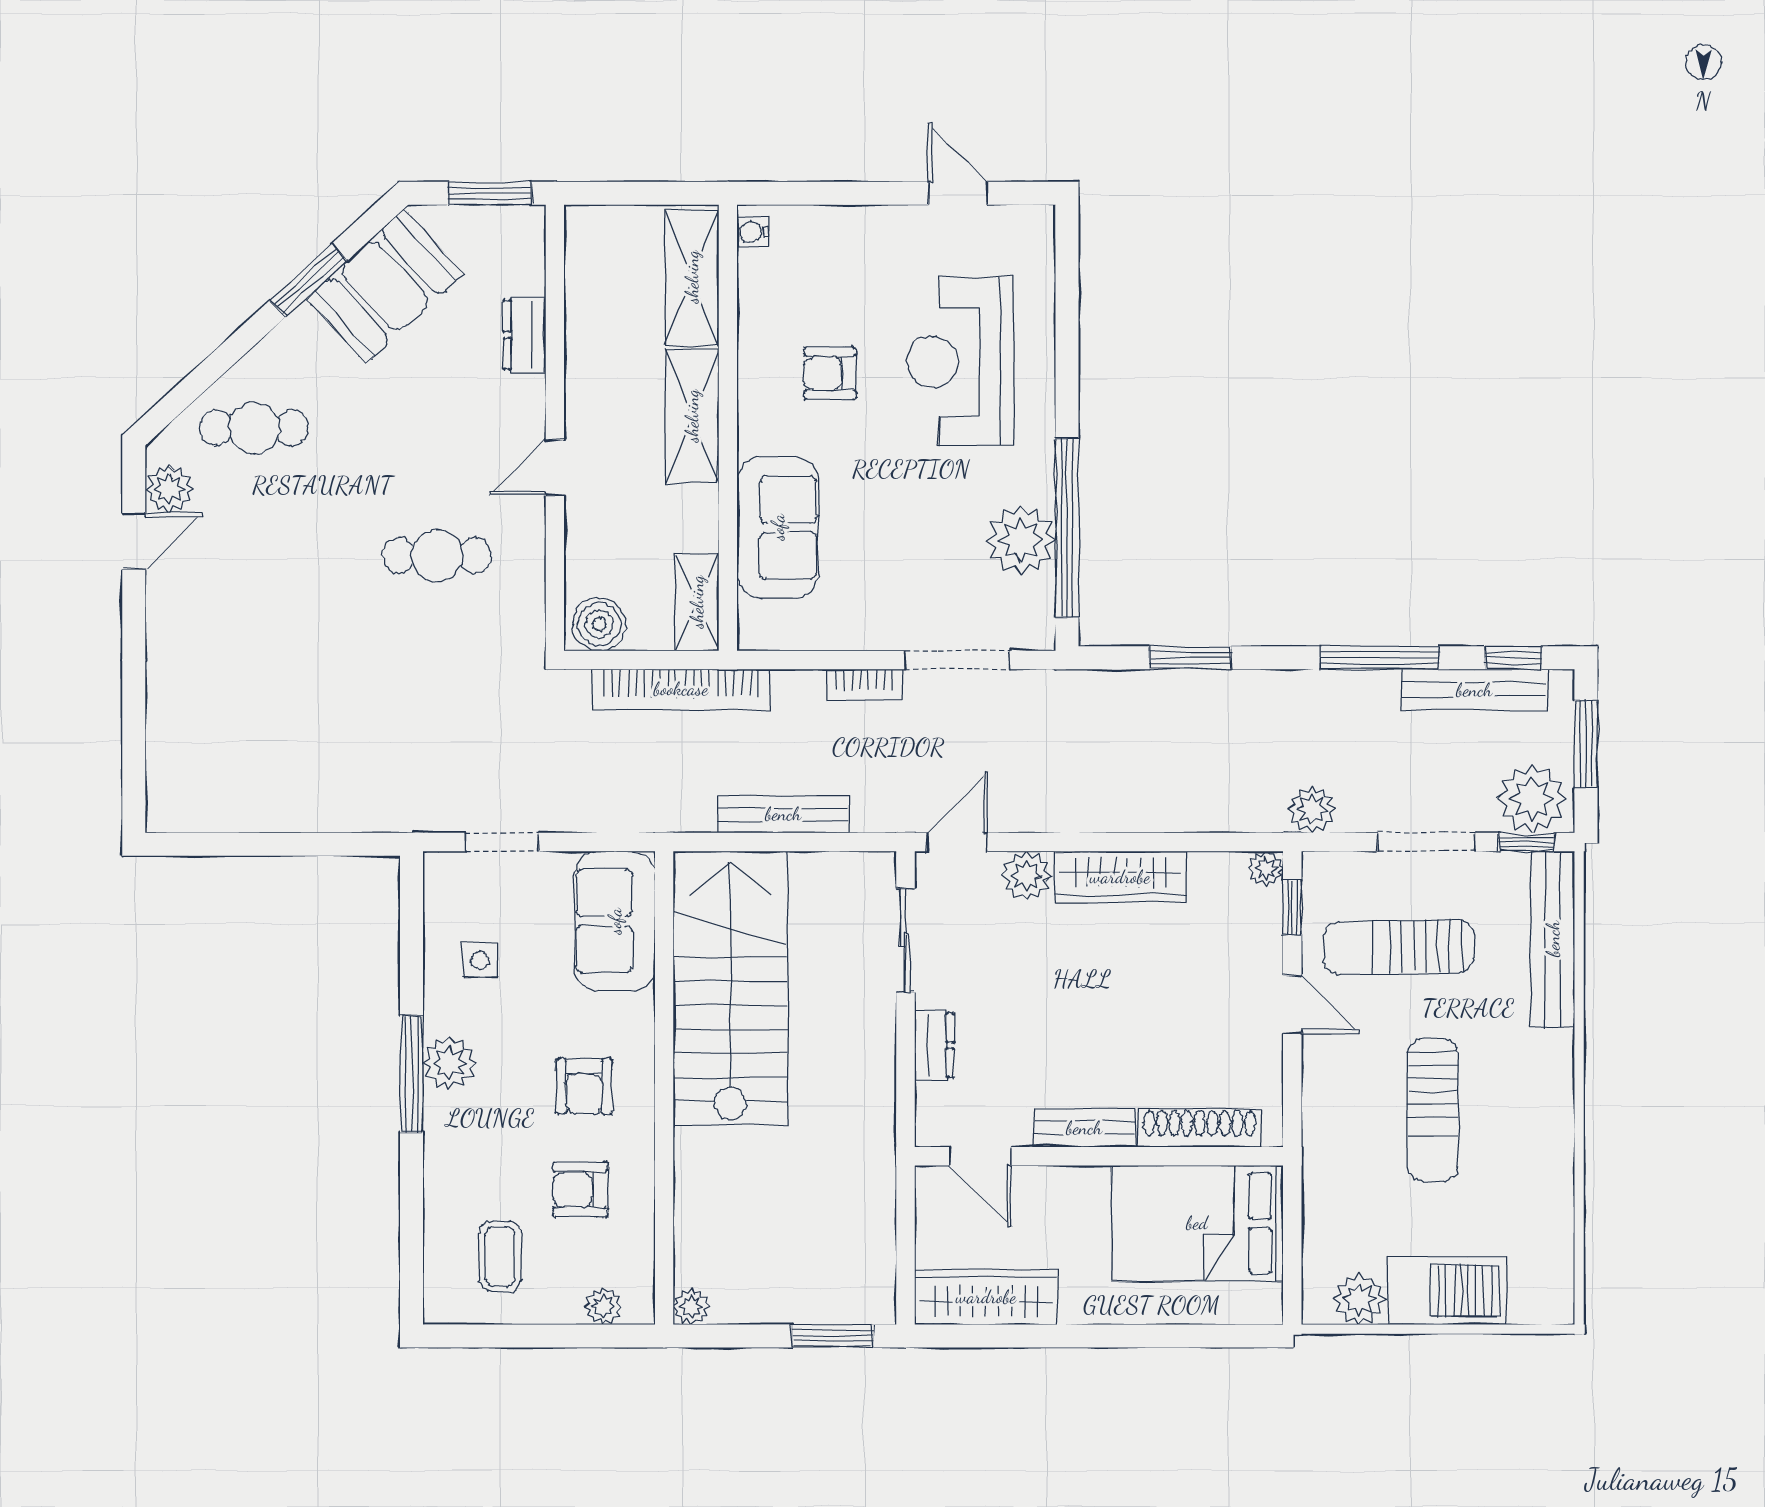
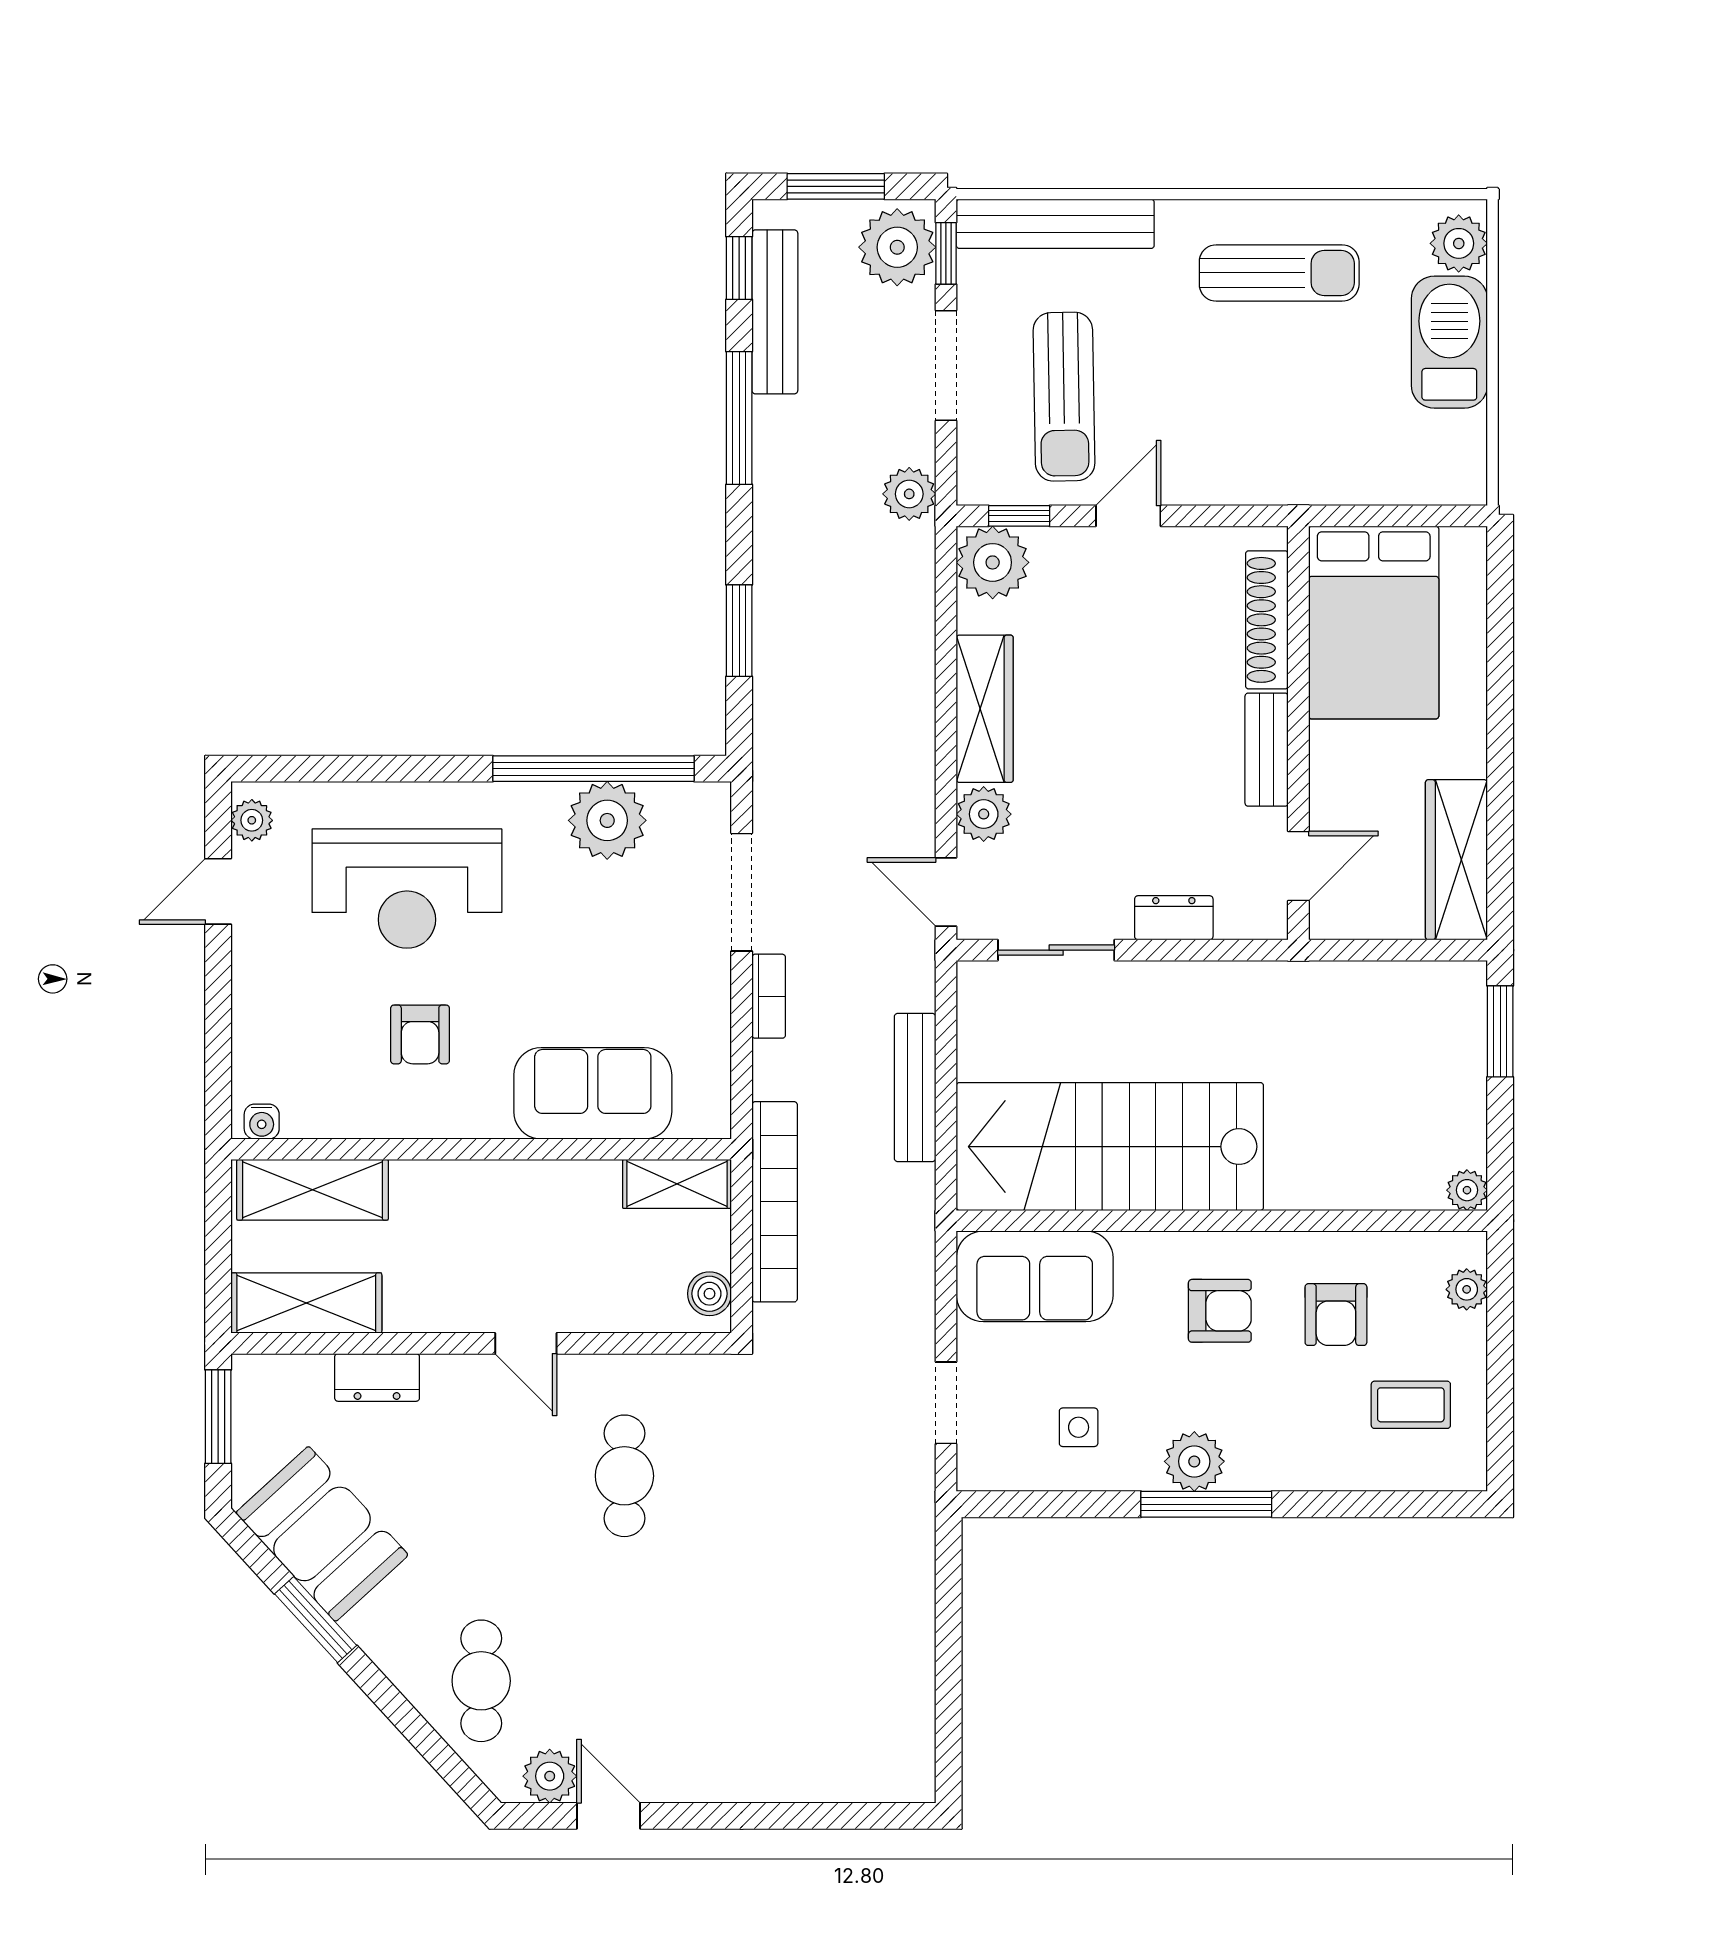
plant: (1021, 223) -> (252, 820), added
shelving: (692, 416) -> (306, 1303), moved
boiler: (599, 624) -> (710, 1294), width x0.73, depth x0.73
plant: (1266, 868) -> (993, 562), width x1.88, depth x1.88
sun lounger: (1433, 1110) -> (1279, 273), moved
plant: (1359, 1299) -> (1459, 243), moved

